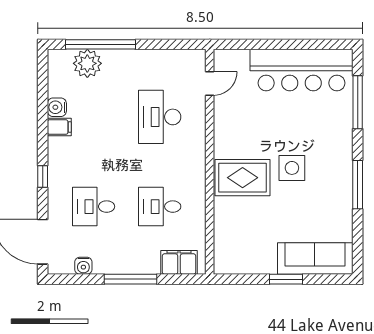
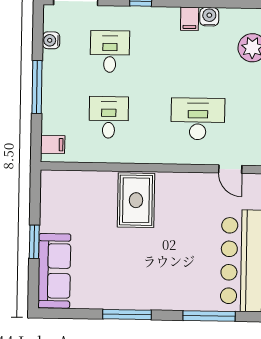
side table: (292, 168) -> (145, 250), removed
filing cabinet: (179, 262) -> (53, 145), width x0.50

